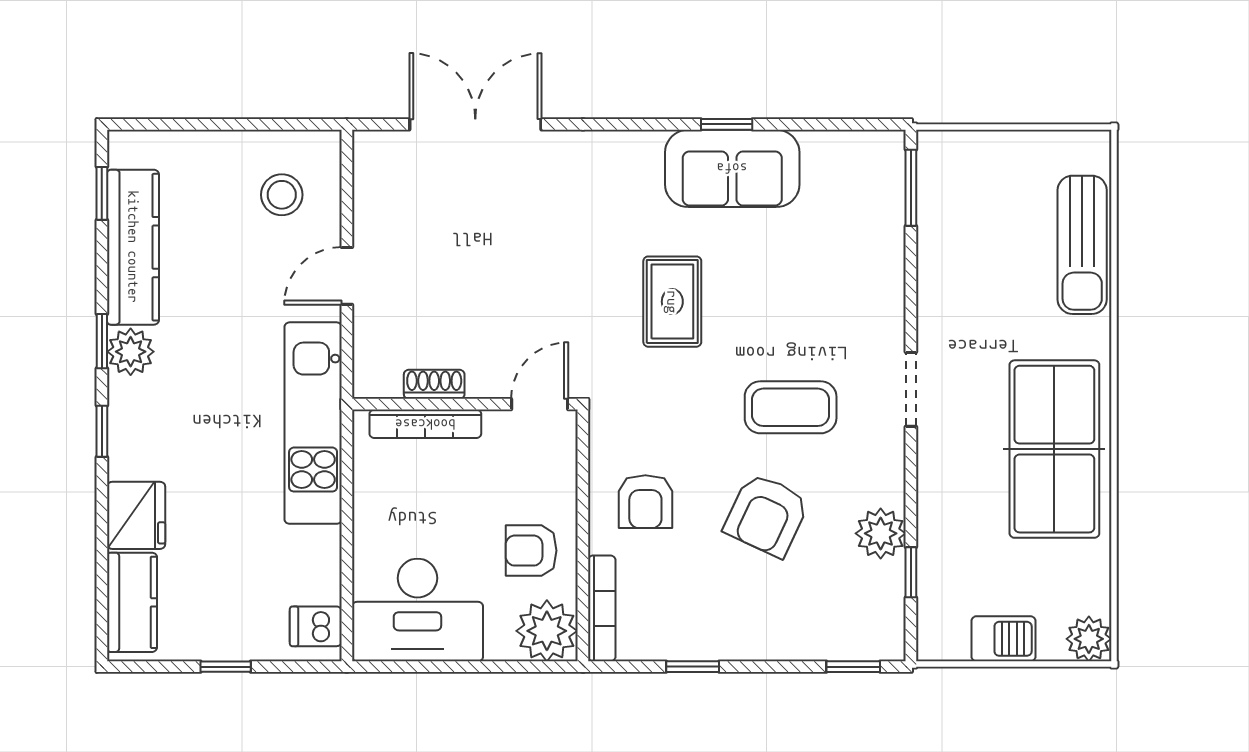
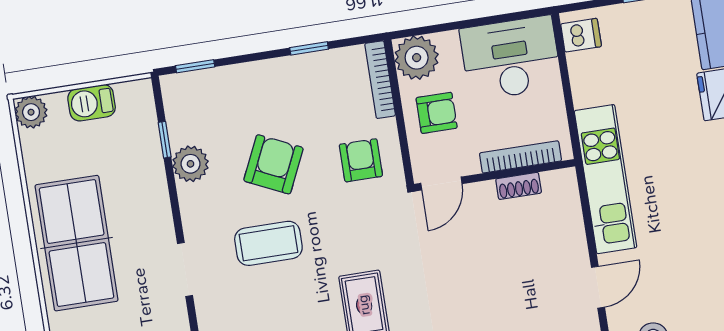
shoe rack: (434, 384) -> (519, 186), moved
wall: (465, 404) -> (495, 175), moved
door: (540, 404) -> (441, 184), moved
bookcase: (425, 424) -> (520, 157), moved

